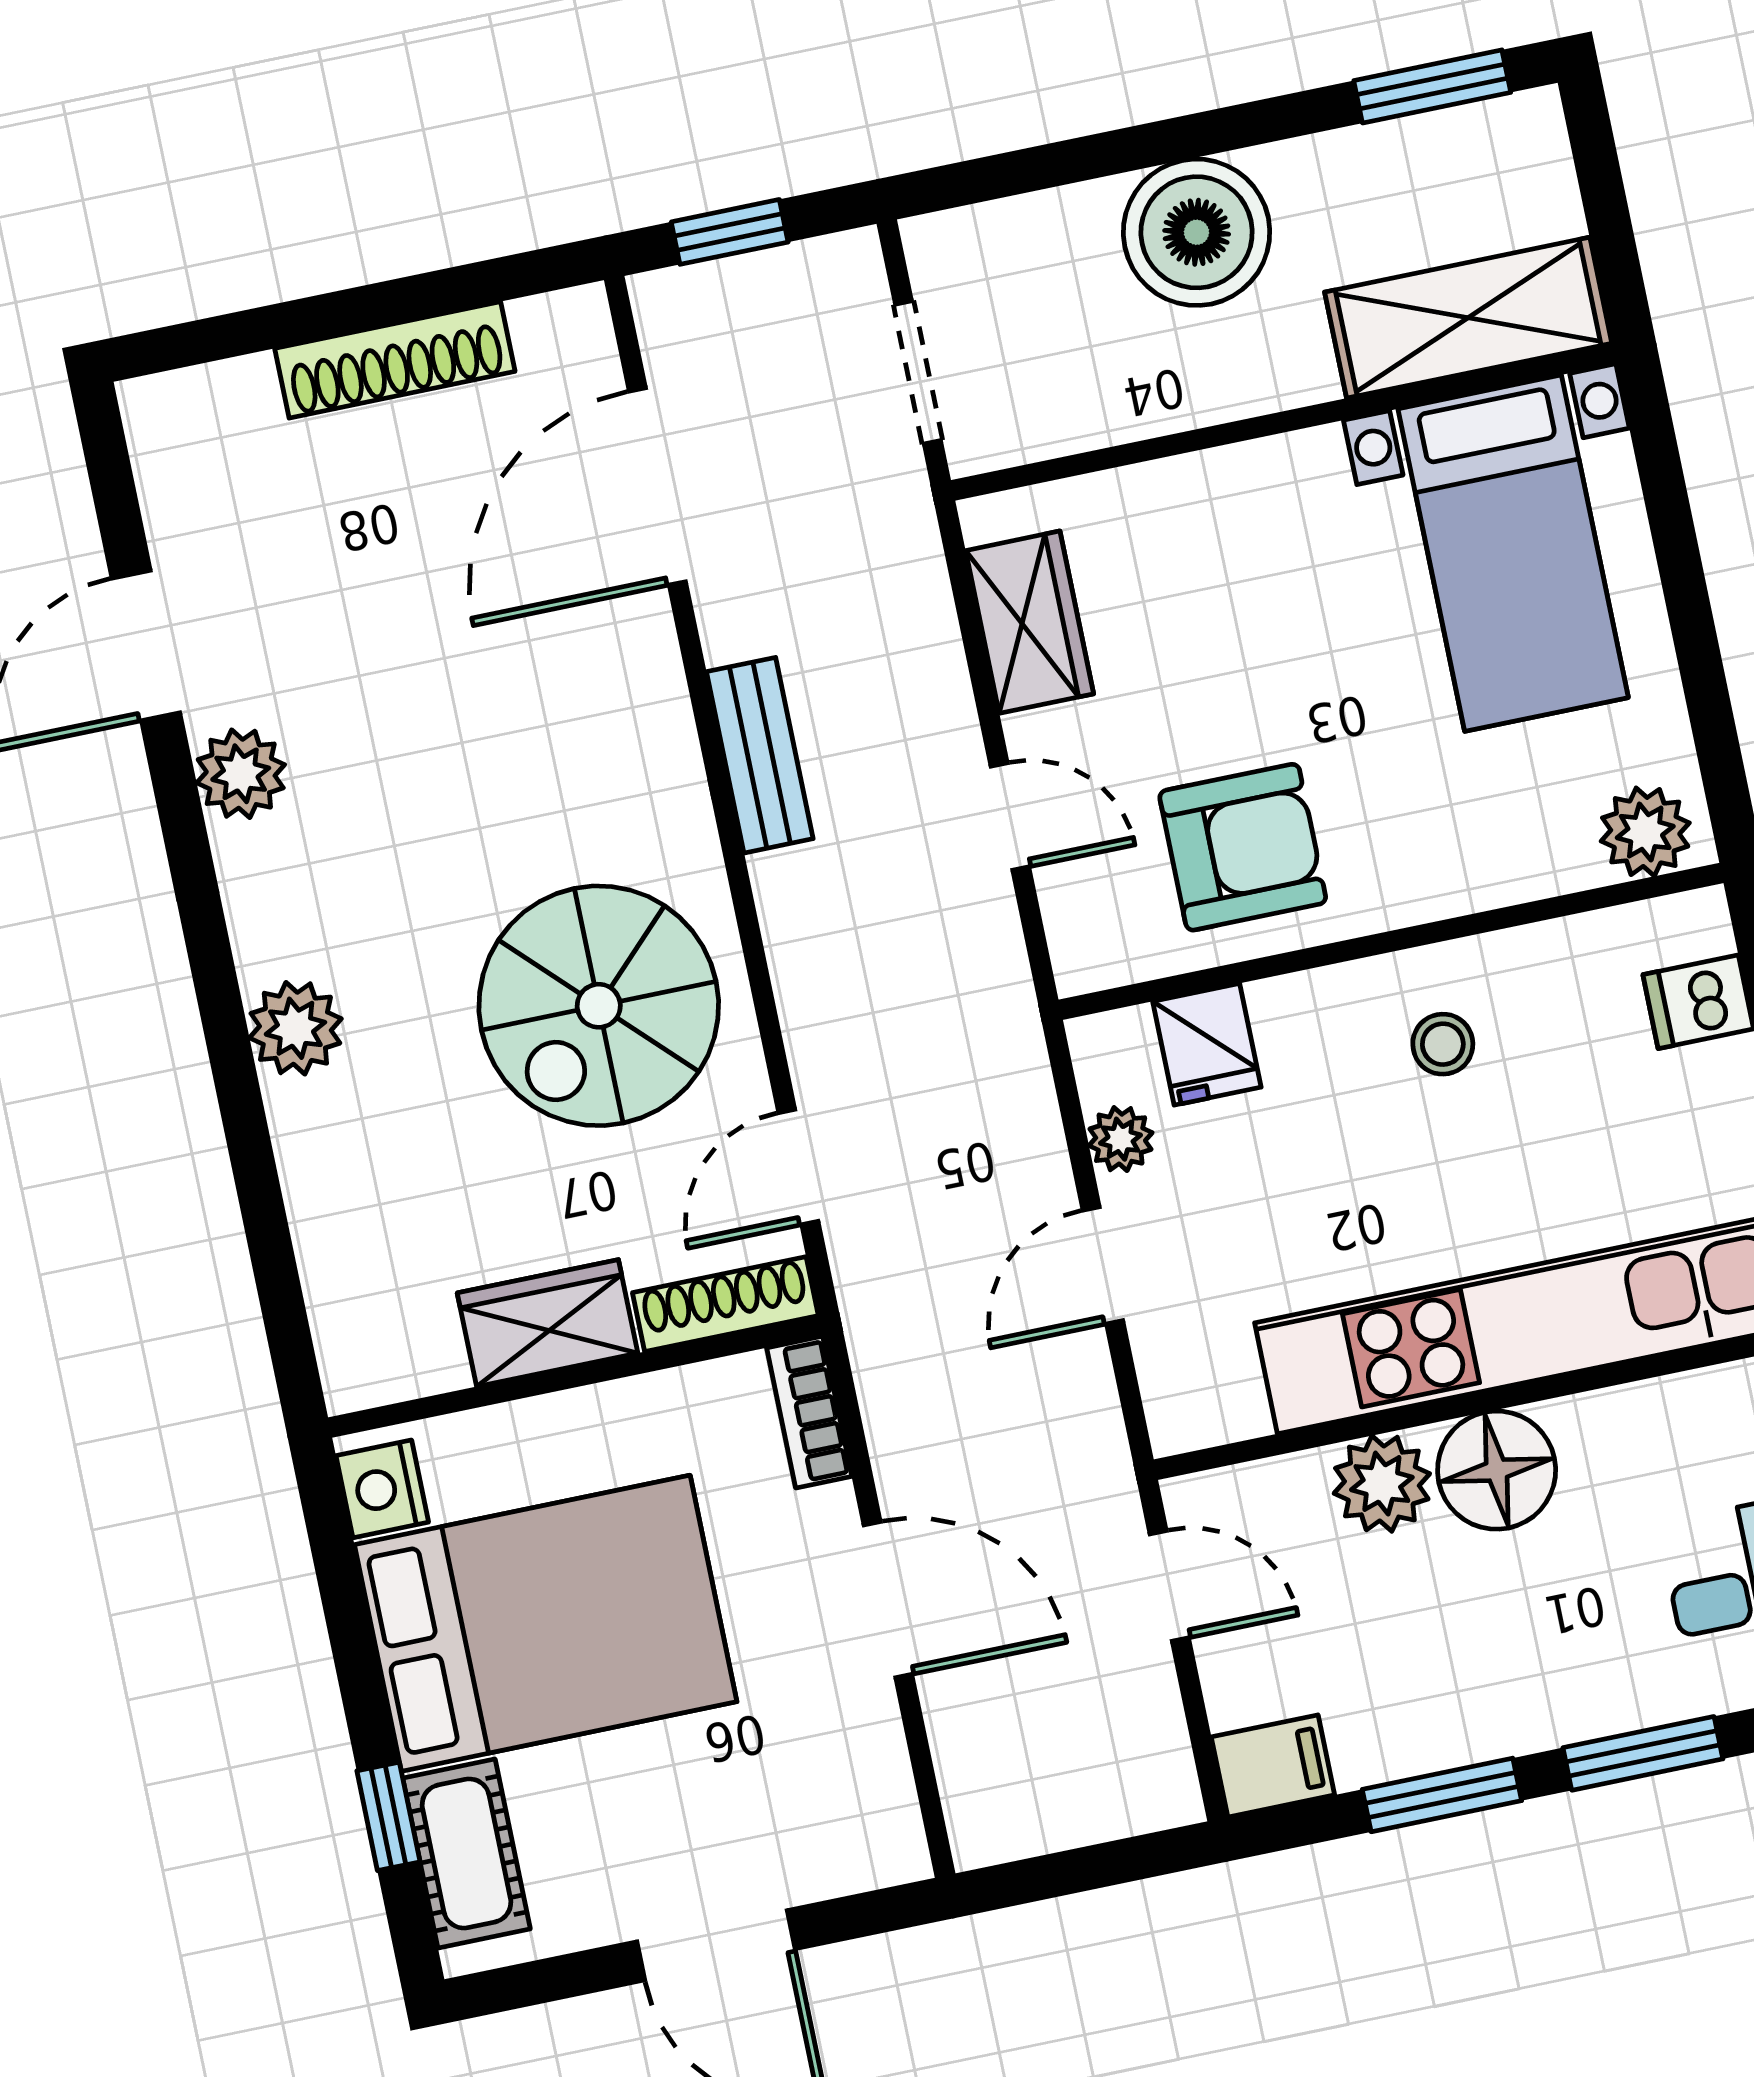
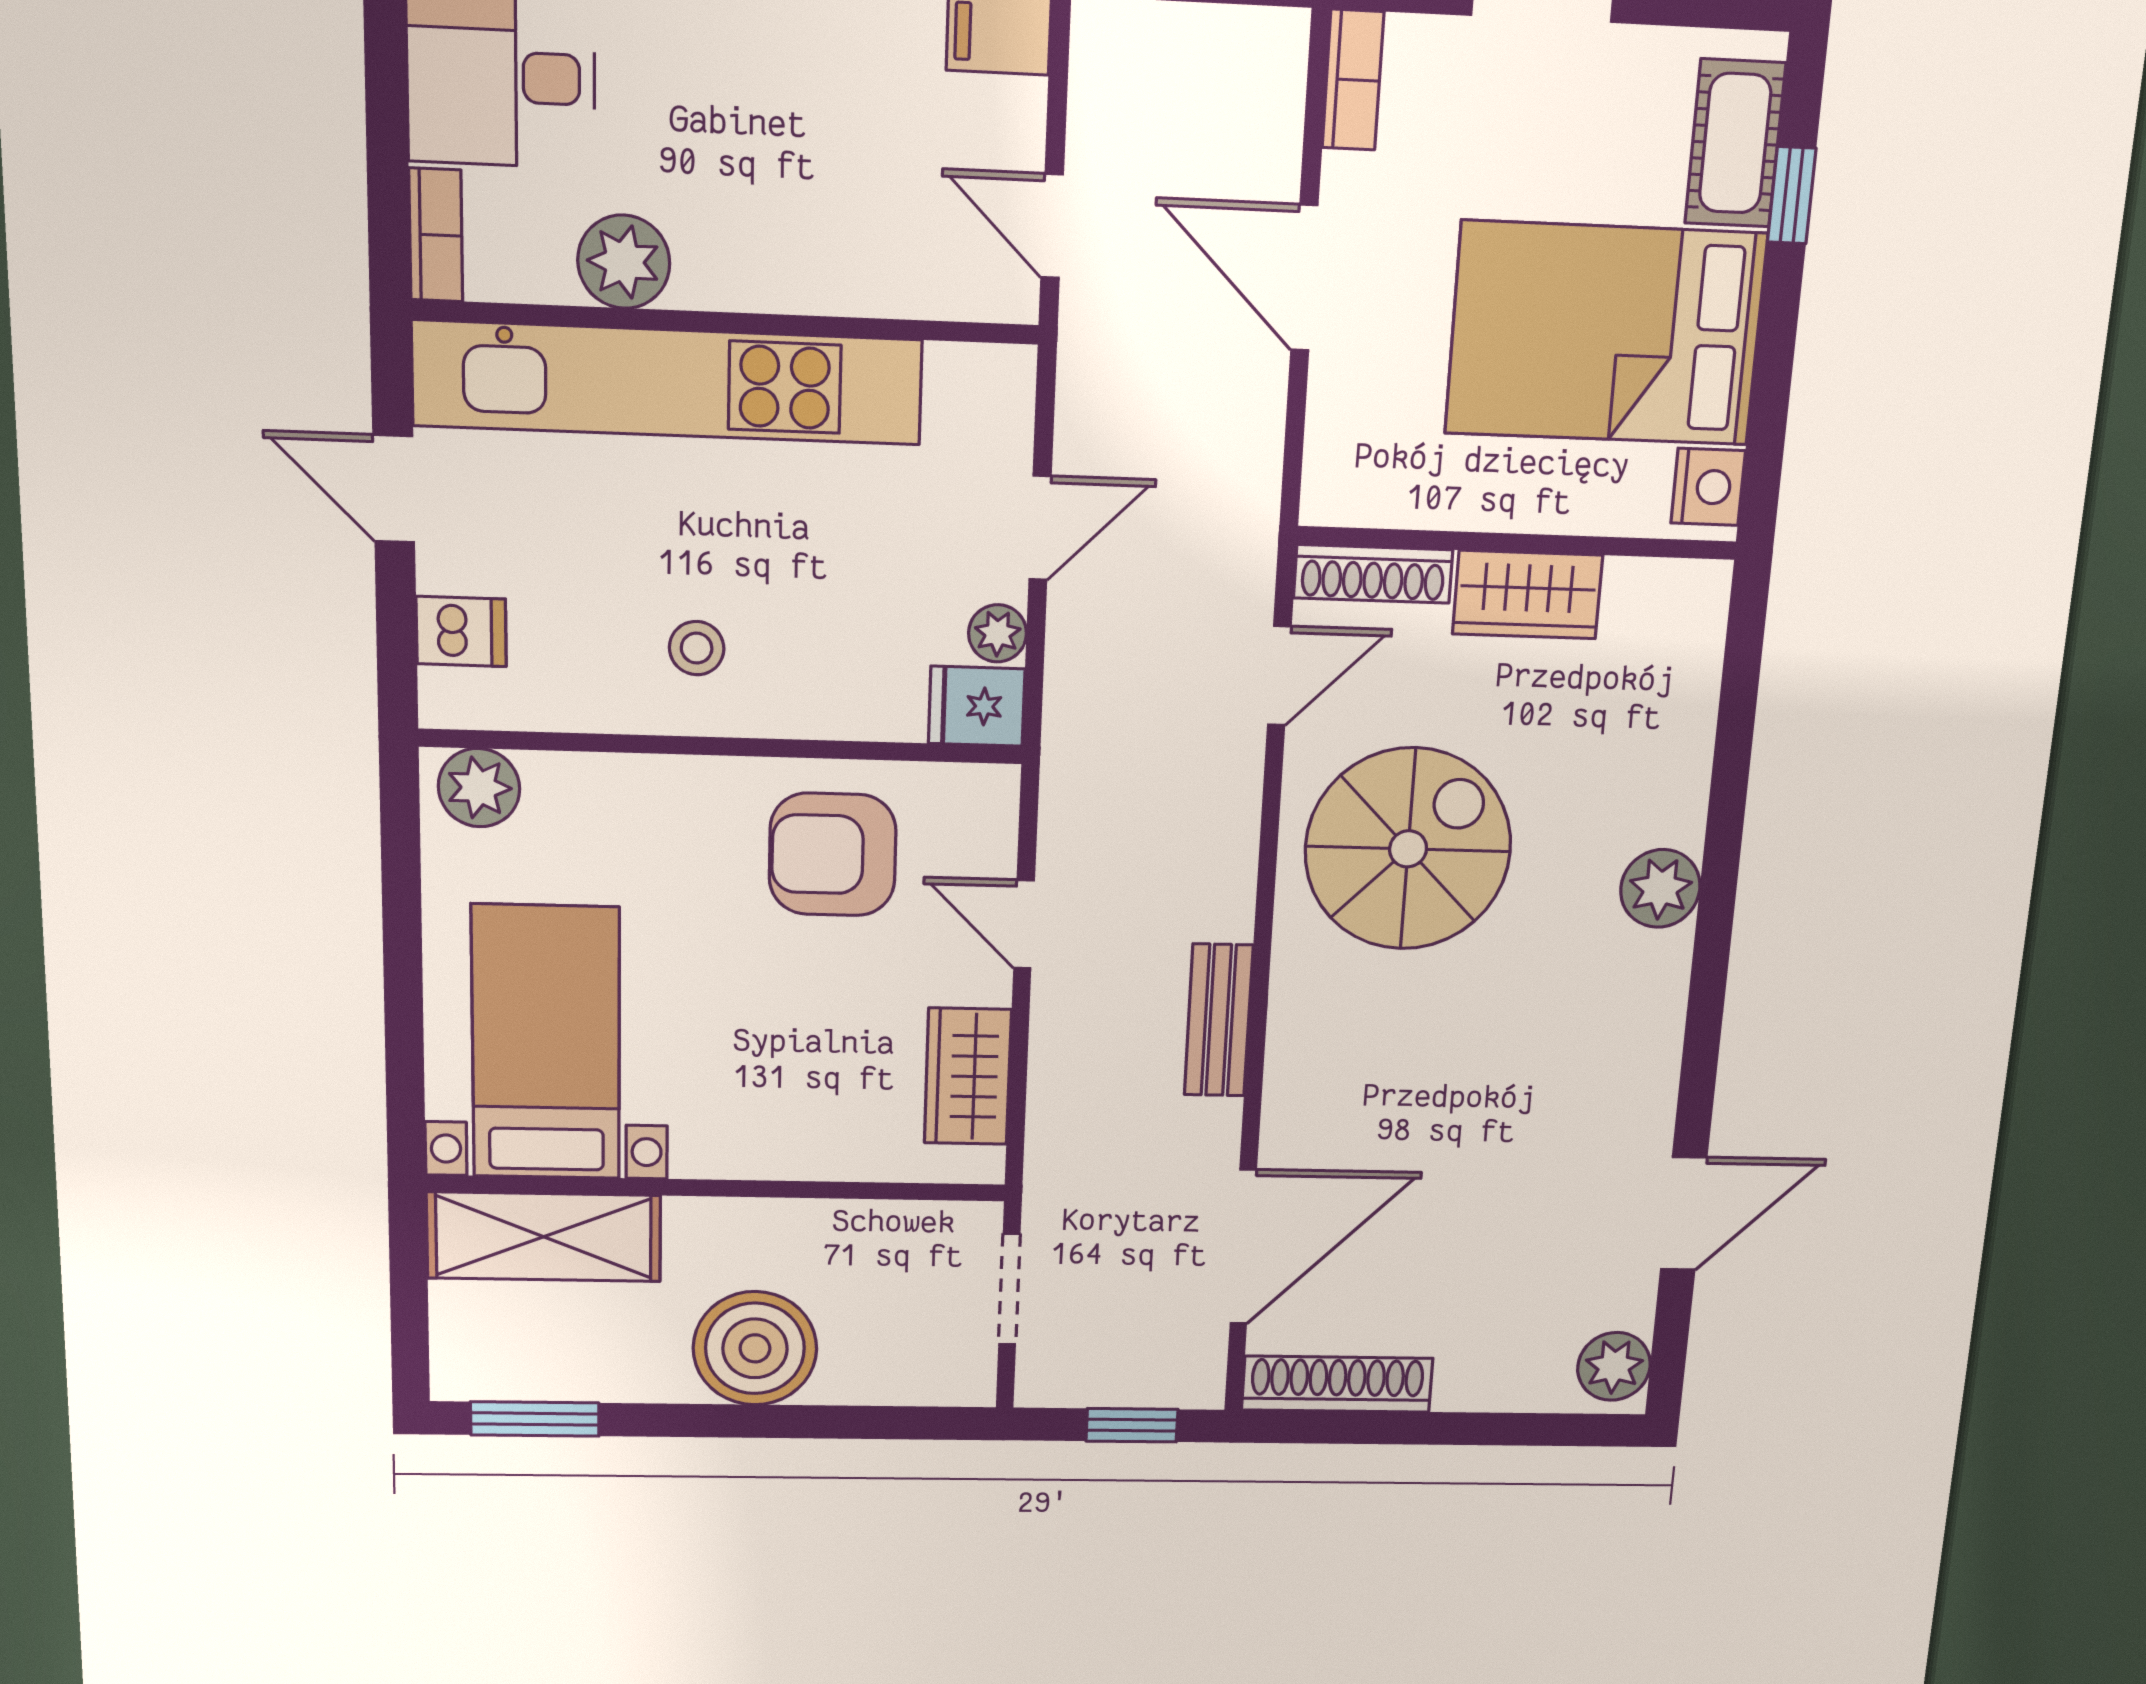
shoe rack: (395, 360) -> (1337, 1384), moved
plant: (241, 774) -> (1614, 1366), moved
fridge: (1207, 1044) -> (977, 706), moved, turned -90
bookcase: (809, 1412) -> (1353, 80), moved
floor lamp: (1497, 1470) -> (732, 257), removed
plant: (1382, 1484) -> (624, 262), moved

